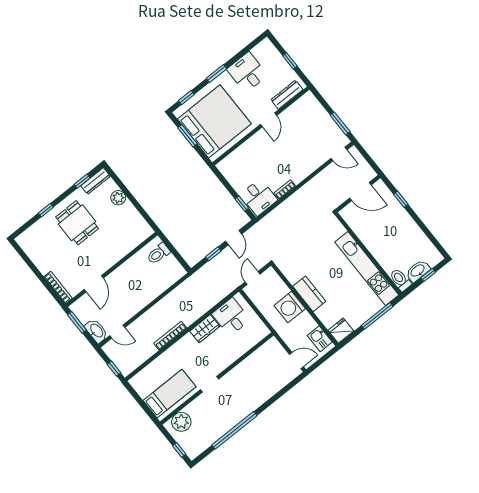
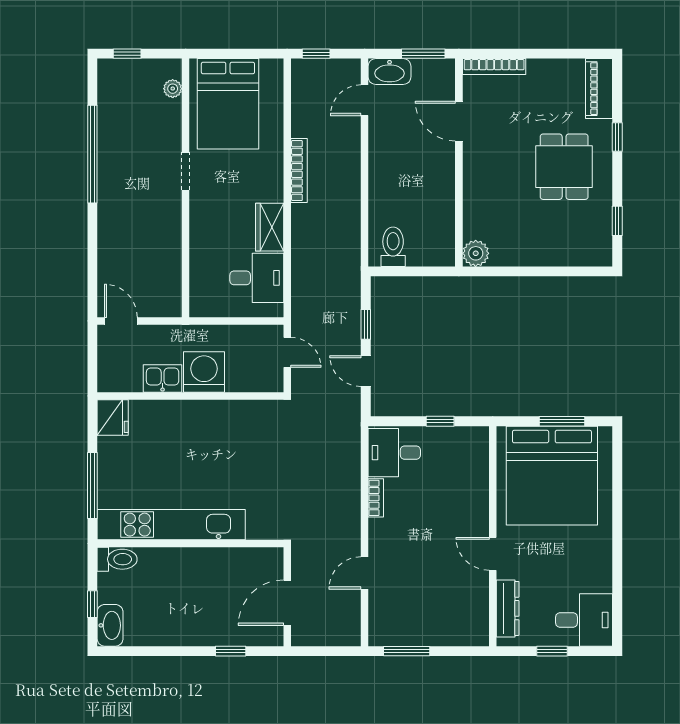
desk: (247, 72) -> (584, 620), moved
window: (216, 73) -> (617, 533), removed
window: (186, 98) -> (617, 463), removed
door: (339, 154) -> (365, 573), moved
dresser: (96, 181) -> (602, 240), removed
plant: (118, 198) -> (476, 253), moved
window: (242, 204) -> (440, 421), moved
dining table: (77, 223) -> (564, 167), turned 90
piano: (31, 235) -> (599, 89), added
toilet: (158, 254) -> (393, 247), moved
washbasin: (418, 271) -> (110, 625), moved
kitchen counter: (309, 294) -> (201, 414), removed
kitchen sink: (320, 339) -> (163, 378), moved
door: (296, 360) -> (121, 321), swing flipped
bed: (169, 394) -> (228, 104), width x1.50
plant: (181, 422) -> (173, 89), width x0.53, depth x0.53

